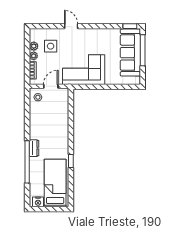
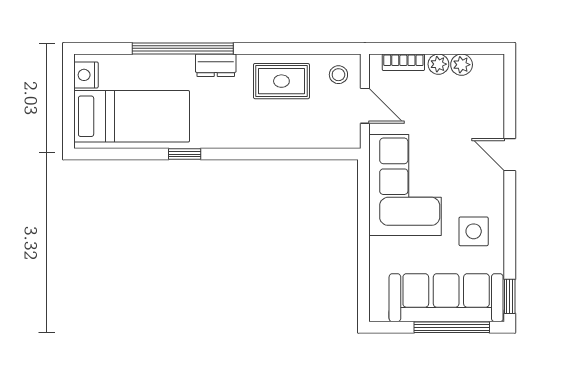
door: (71, 26) -> (510, 155), swing flipped
side table: (51, 46) -> (474, 231), moved
rug: (41, 121) -> (281, 81), added

